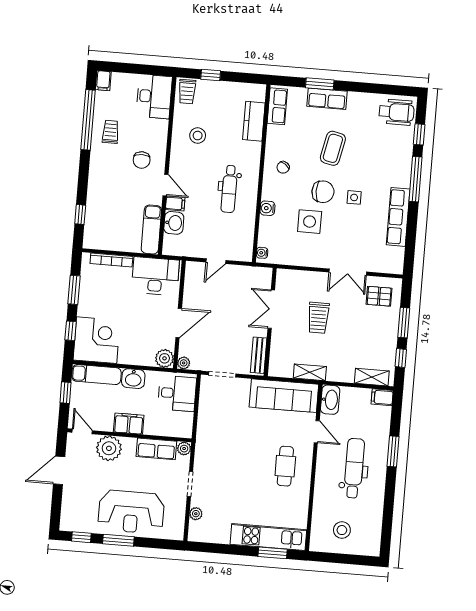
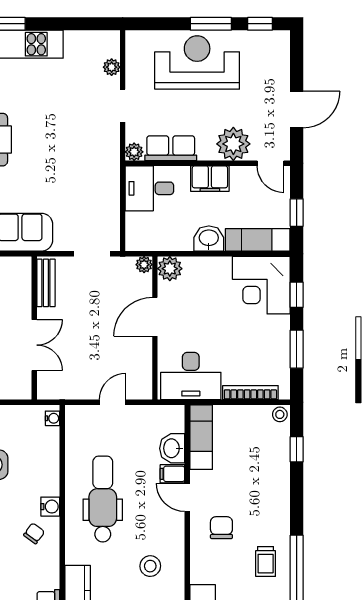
dental chair: (229, 189) -> (103, 499), width x1.36, depth x1.38
water cooler: (267, 208) -> (50, 507), moved
stool: (91, 242) -> (280, 414), added
desk: (177, 393) -> (149, 188), moved

